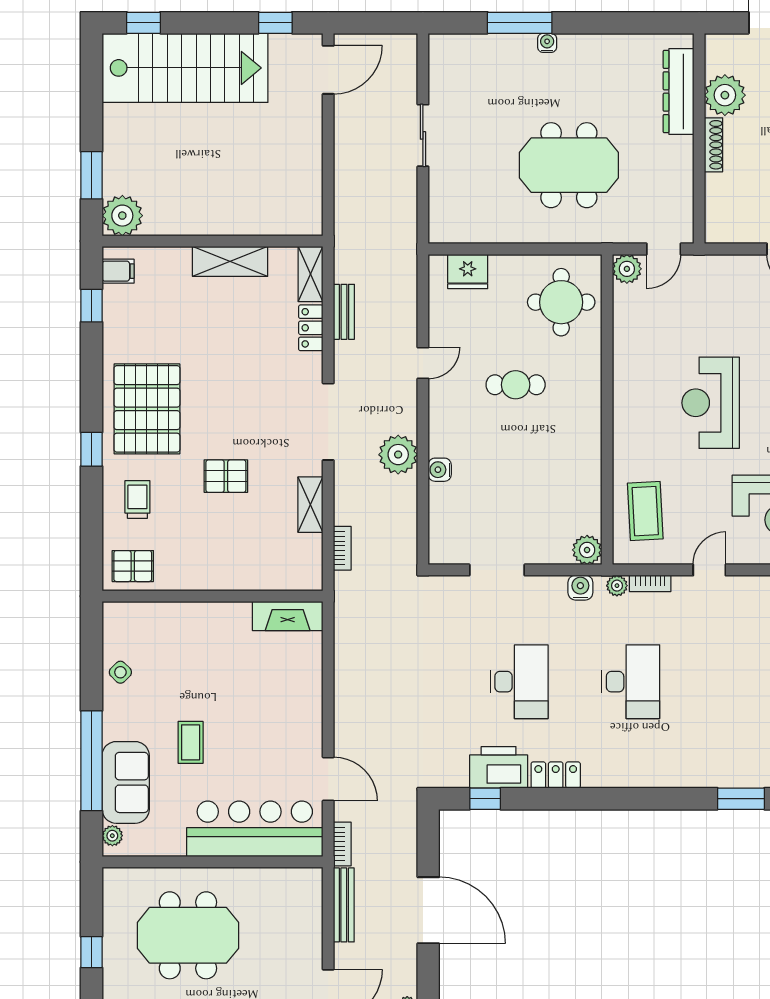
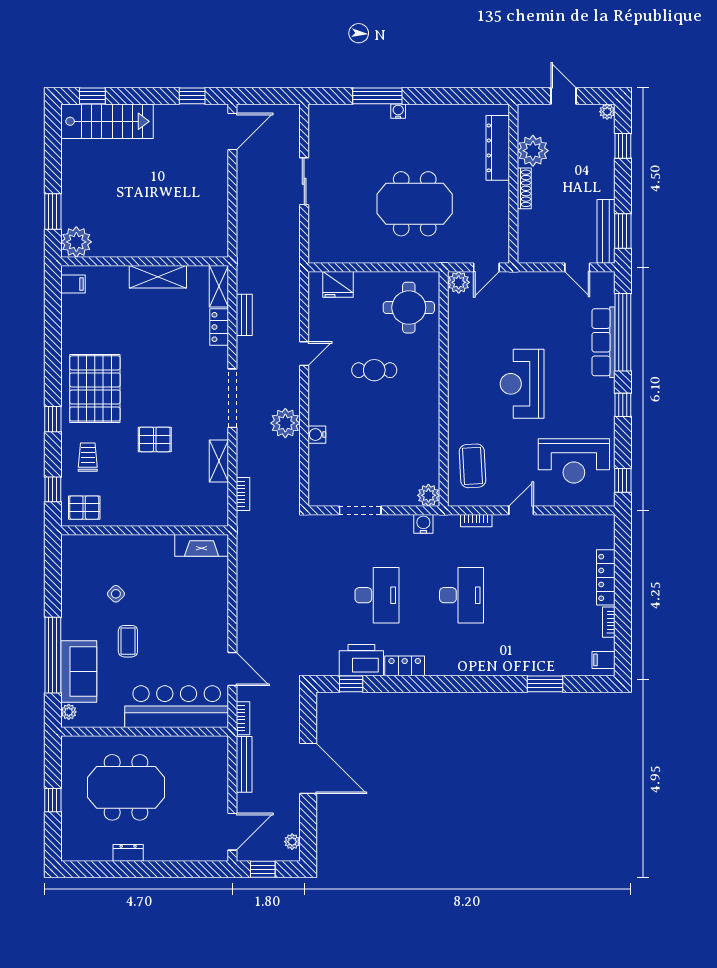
stairs: (185, 68) -> (107, 121), width x0.73, depth x0.66
window: (91, 306) -> (53, 489), moved
plant: (617, 586) -> (451, 522), removed
side table: (120, 672) -> (116, 594), moved

